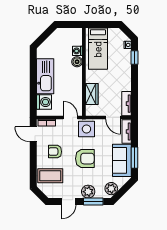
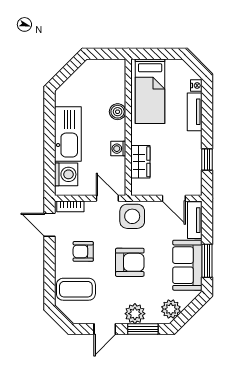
washing machine: (77, 51) -> (118, 149), moved
window: (135, 57) -> (207, 159), moved
tv unit: (127, 104) -> (195, 112), moved

